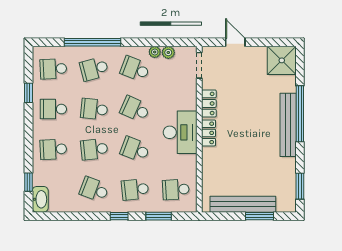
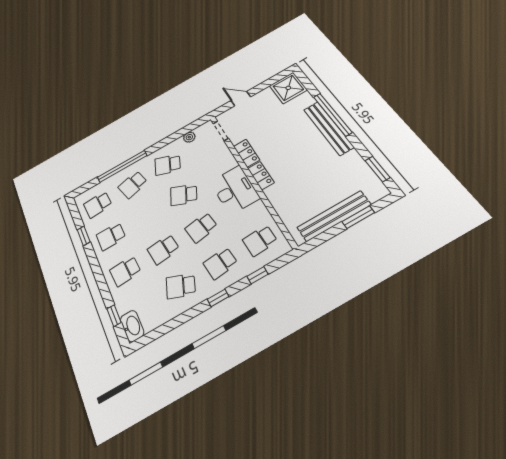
plant: (155, 52) -> (178, 143), removed
school desk: (94, 109) -> (147, 216), removed
school desk: (135, 149) -> (201, 228), turned -30
window: (159, 216) -> (258, 275), width x0.67

